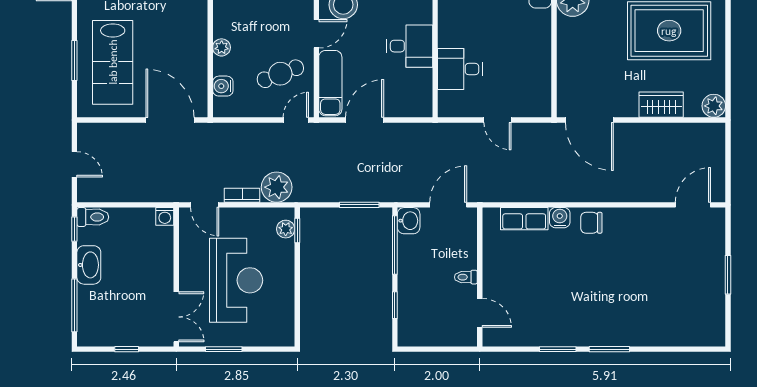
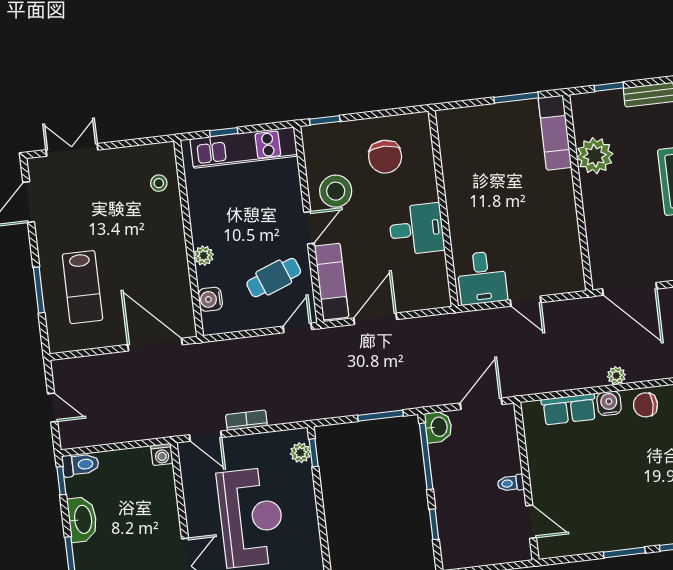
lab bench: (113, 62) -> (82, 287), width x0.73, depth x0.72
desk: (460, 69) -> (482, 278), moved, turned -90
plant: (277, 187) -> (616, 376), moved, width x0.53, depth x0.53

